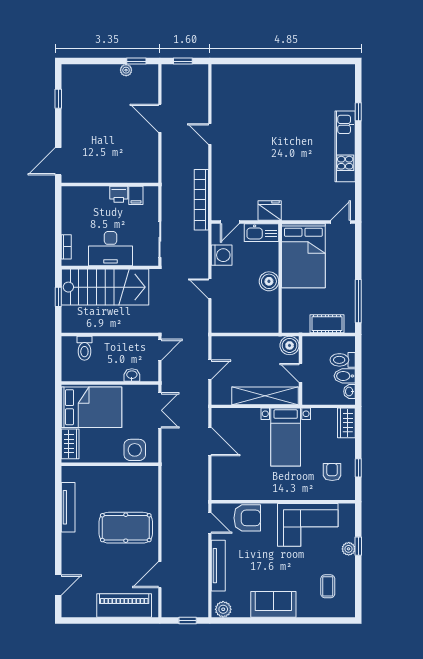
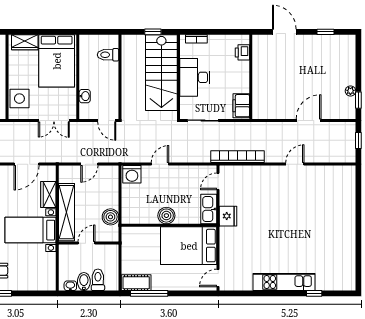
door: (58, 161) -> (284, 32), moved
printer: (119, 194) -> (242, 52), moved
filing cabinet: (136, 195) -> (241, 106), width x2.00
door: (230, 222) -> (218, 181), hinge flipped
door: (341, 222) -> (218, 278), swing flipped
washing machine: (222, 255) -> (132, 174), moved
cot: (327, 324) -> (136, 283), moved, turned 90
boiler: (290, 345) -> (110, 217), moved
door: (210, 370) -> (89, 164), hinge flipped
wardrobe: (346, 423) -> (48, 194), moved, turned -90

